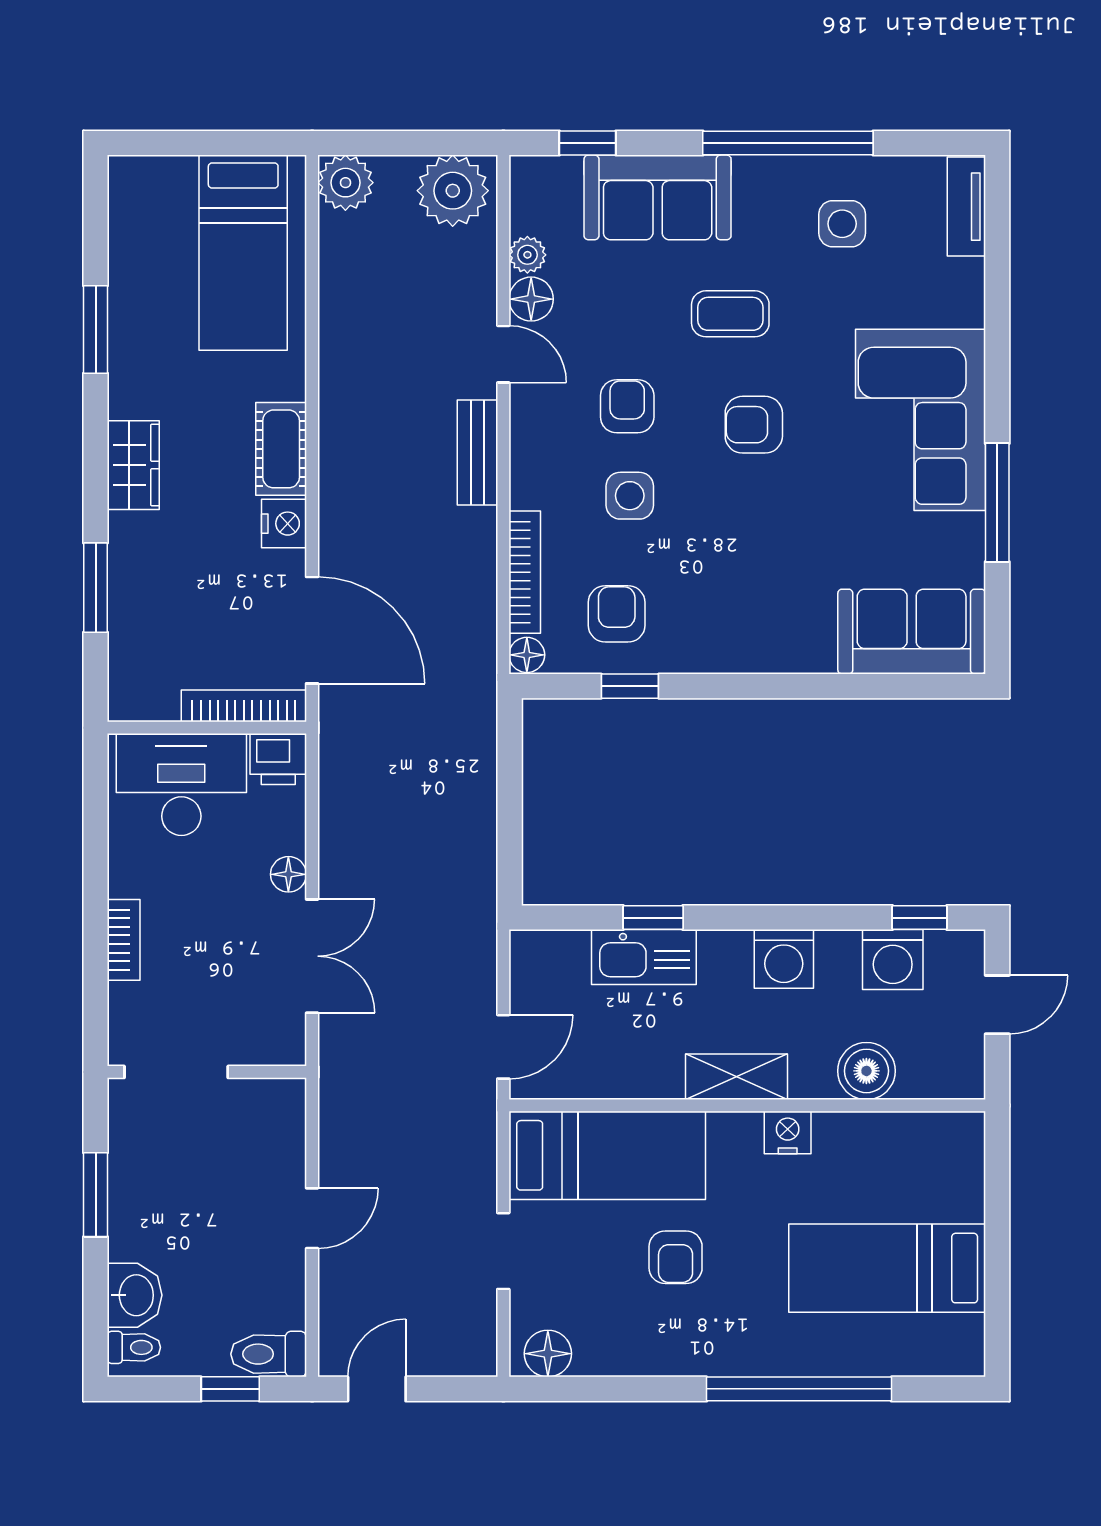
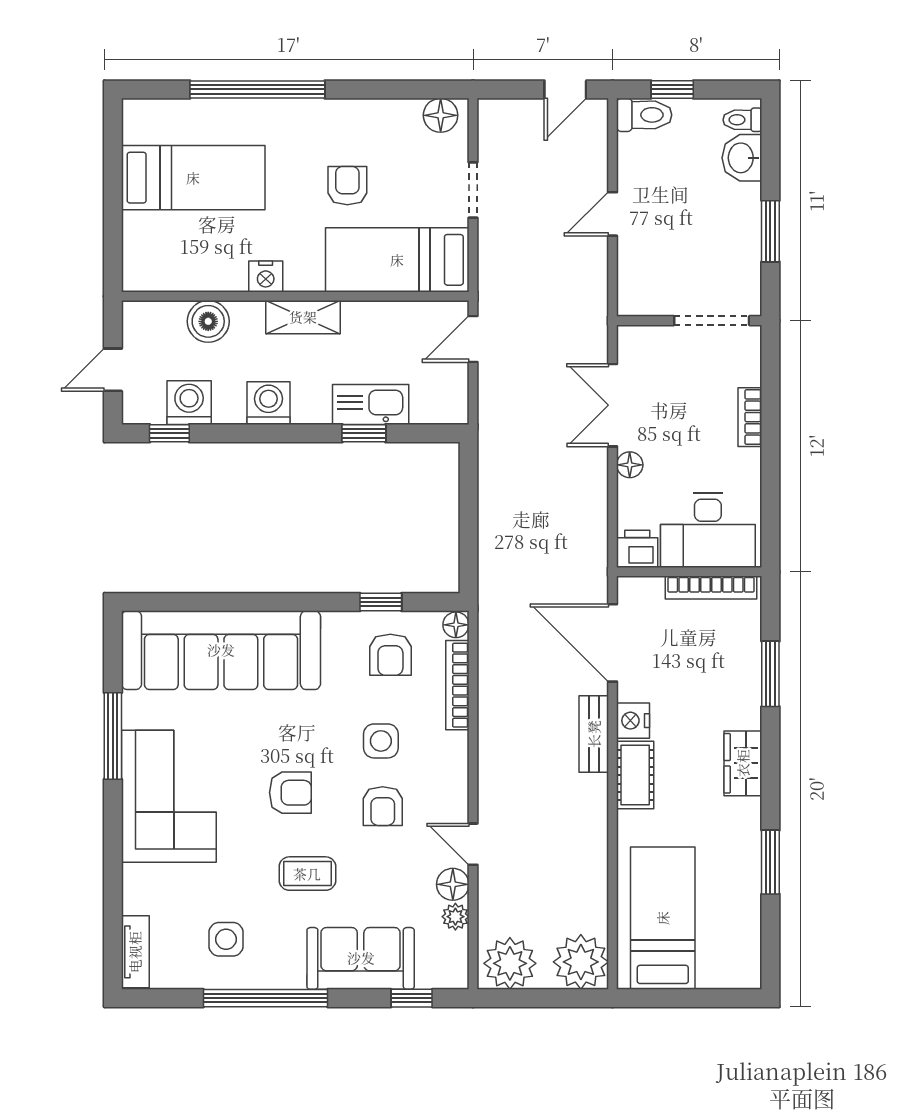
plant: (345, 183) -> (581, 962), width x1.36, depth x1.36
bench: (478, 452) -> (594, 734), moved
sofa: (912, 632) -> (221, 650), width x1.85, depth x1.27
bookcase: (244, 706) -> (711, 588), moved

